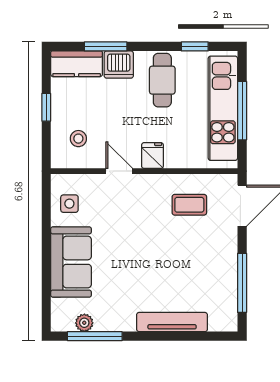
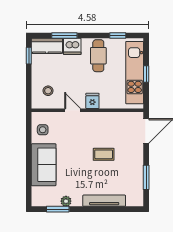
window: (46, 107) -> (29, 56), moved
window: (242, 111) -> (146, 74), width x0.46
coffee table: (189, 205) -> (104, 154), moved
window: (242, 283) -> (146, 177), width x0.69
plant: (84, 323) -> (66, 201), moved
window: (95, 336) -> (58, 209), width x0.69

